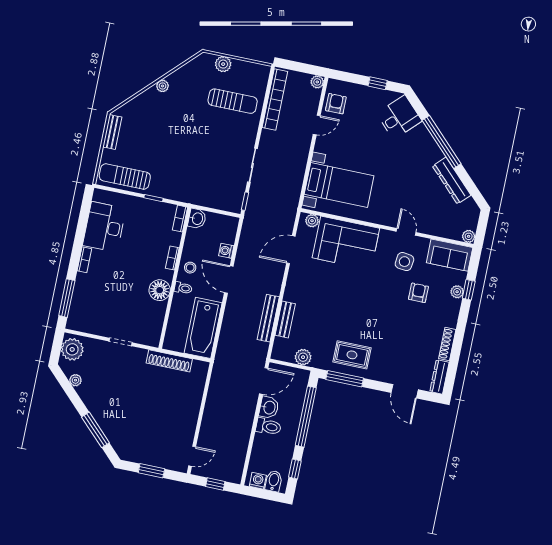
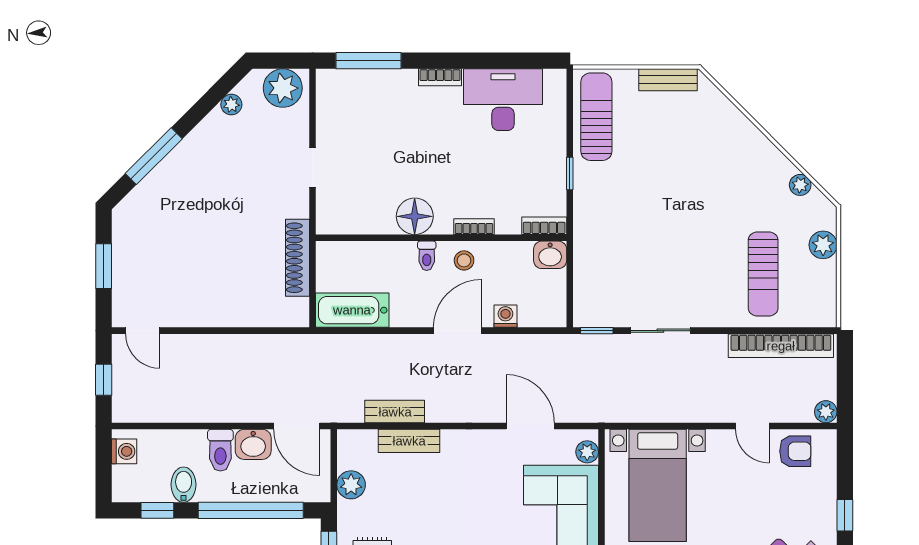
plant: (163, 86) -> (800, 185), moved
bench: (268, 318) -> (395, 412), width x0.73
bathtub: (203, 328) -> (352, 310), width x0.73, depth x0.73
bidet: (274, 481) -> (184, 485), moved, turned -90

